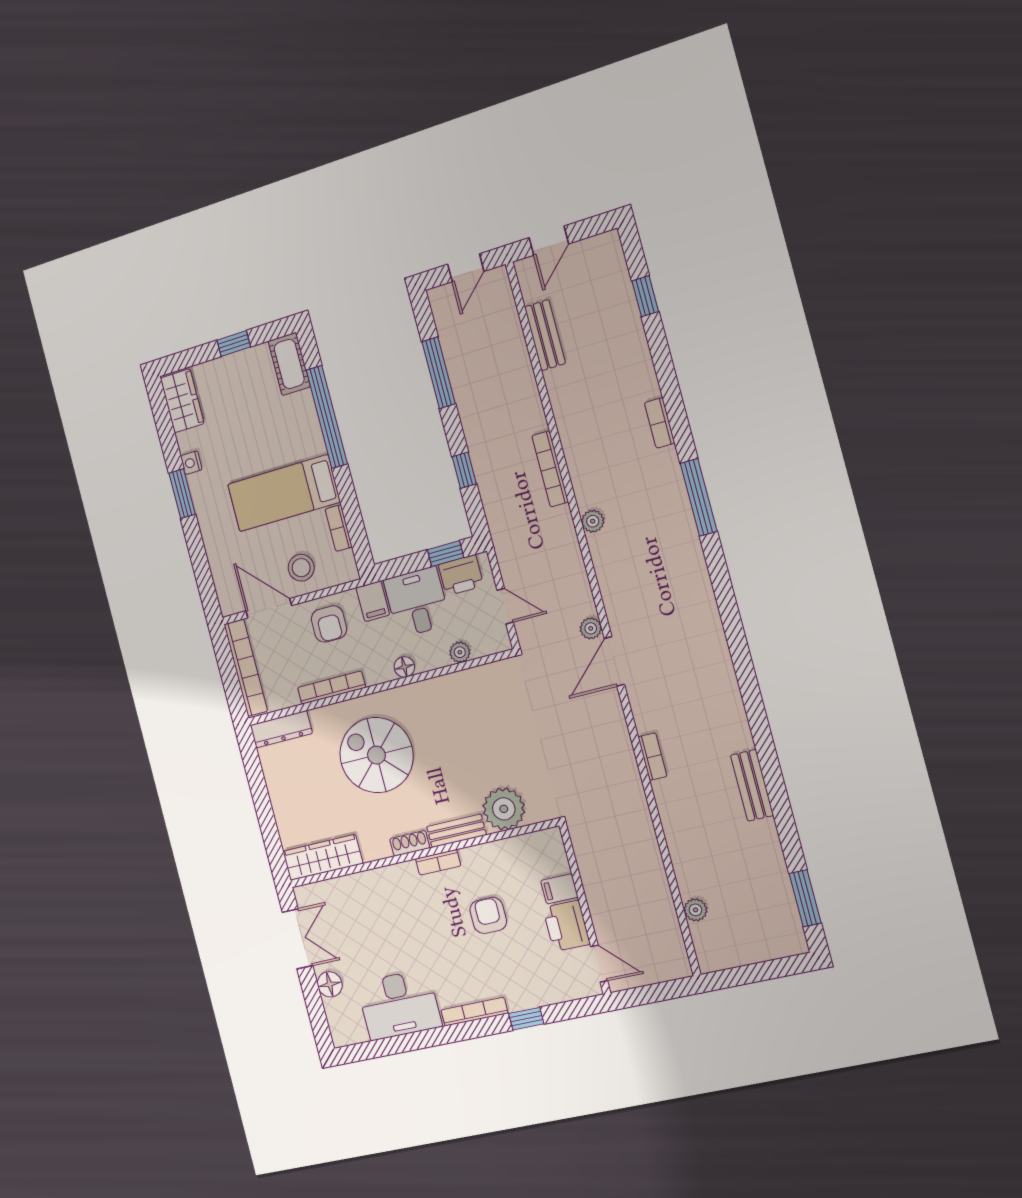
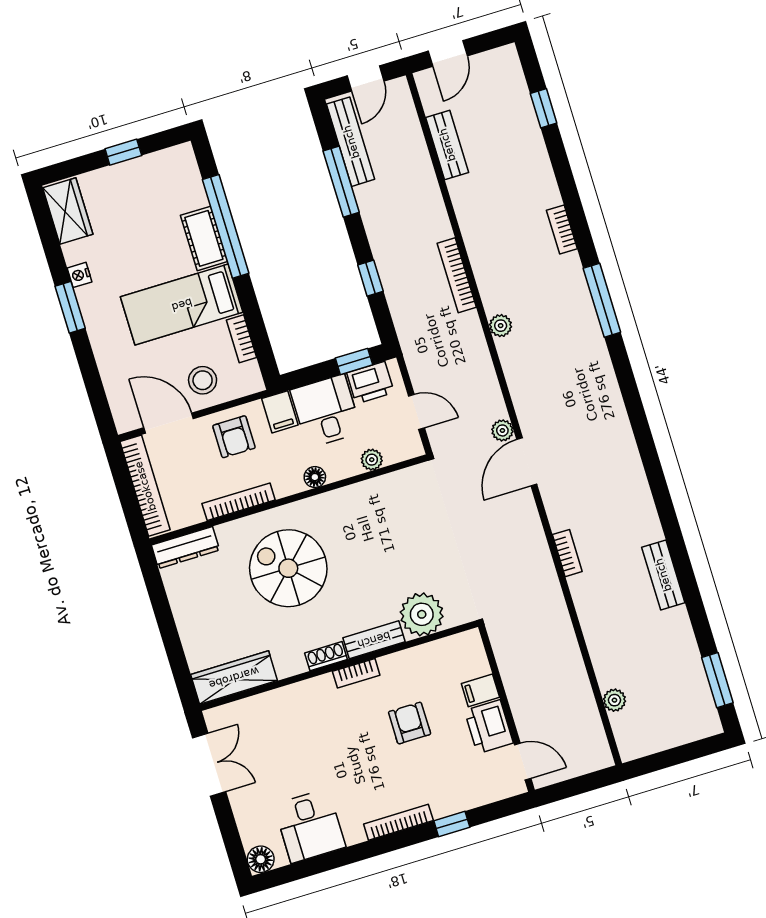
bench: (449, 332) -> (351, 142), added
cot: (289, 364) -> (204, 238), moved
floor lamp: (330, 984) -> (261, 859), moved
desk: (399, 1005) -> (310, 826), width x0.73

